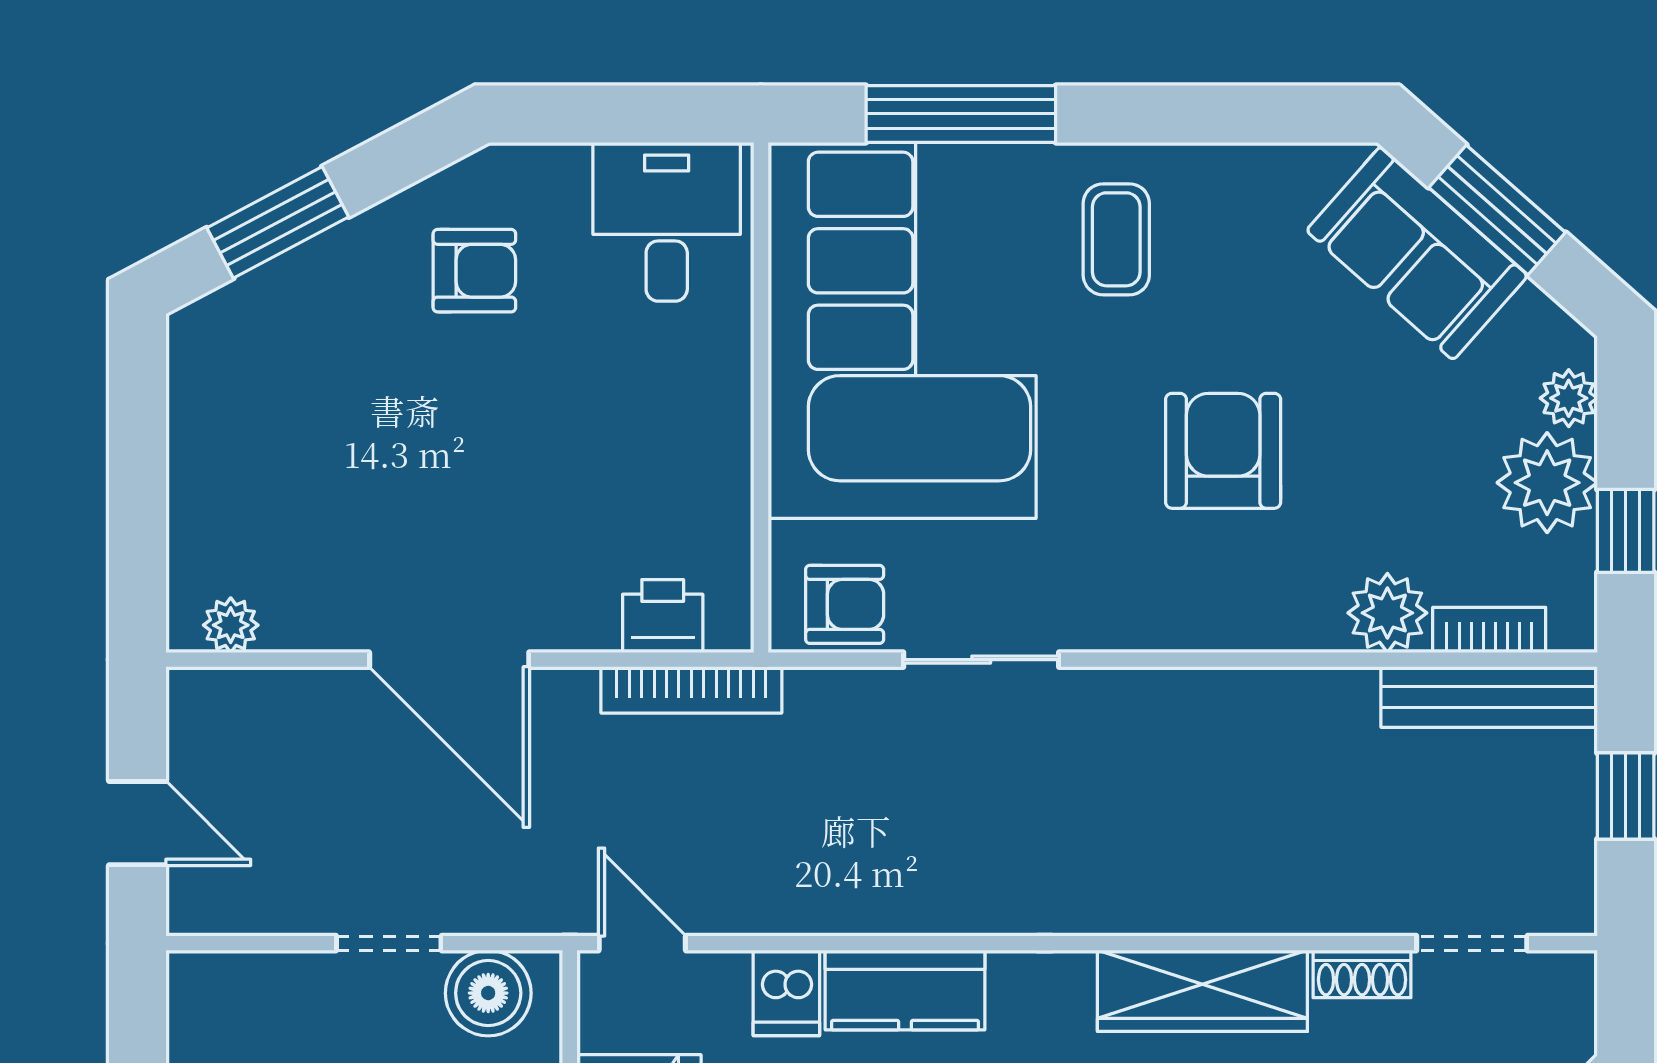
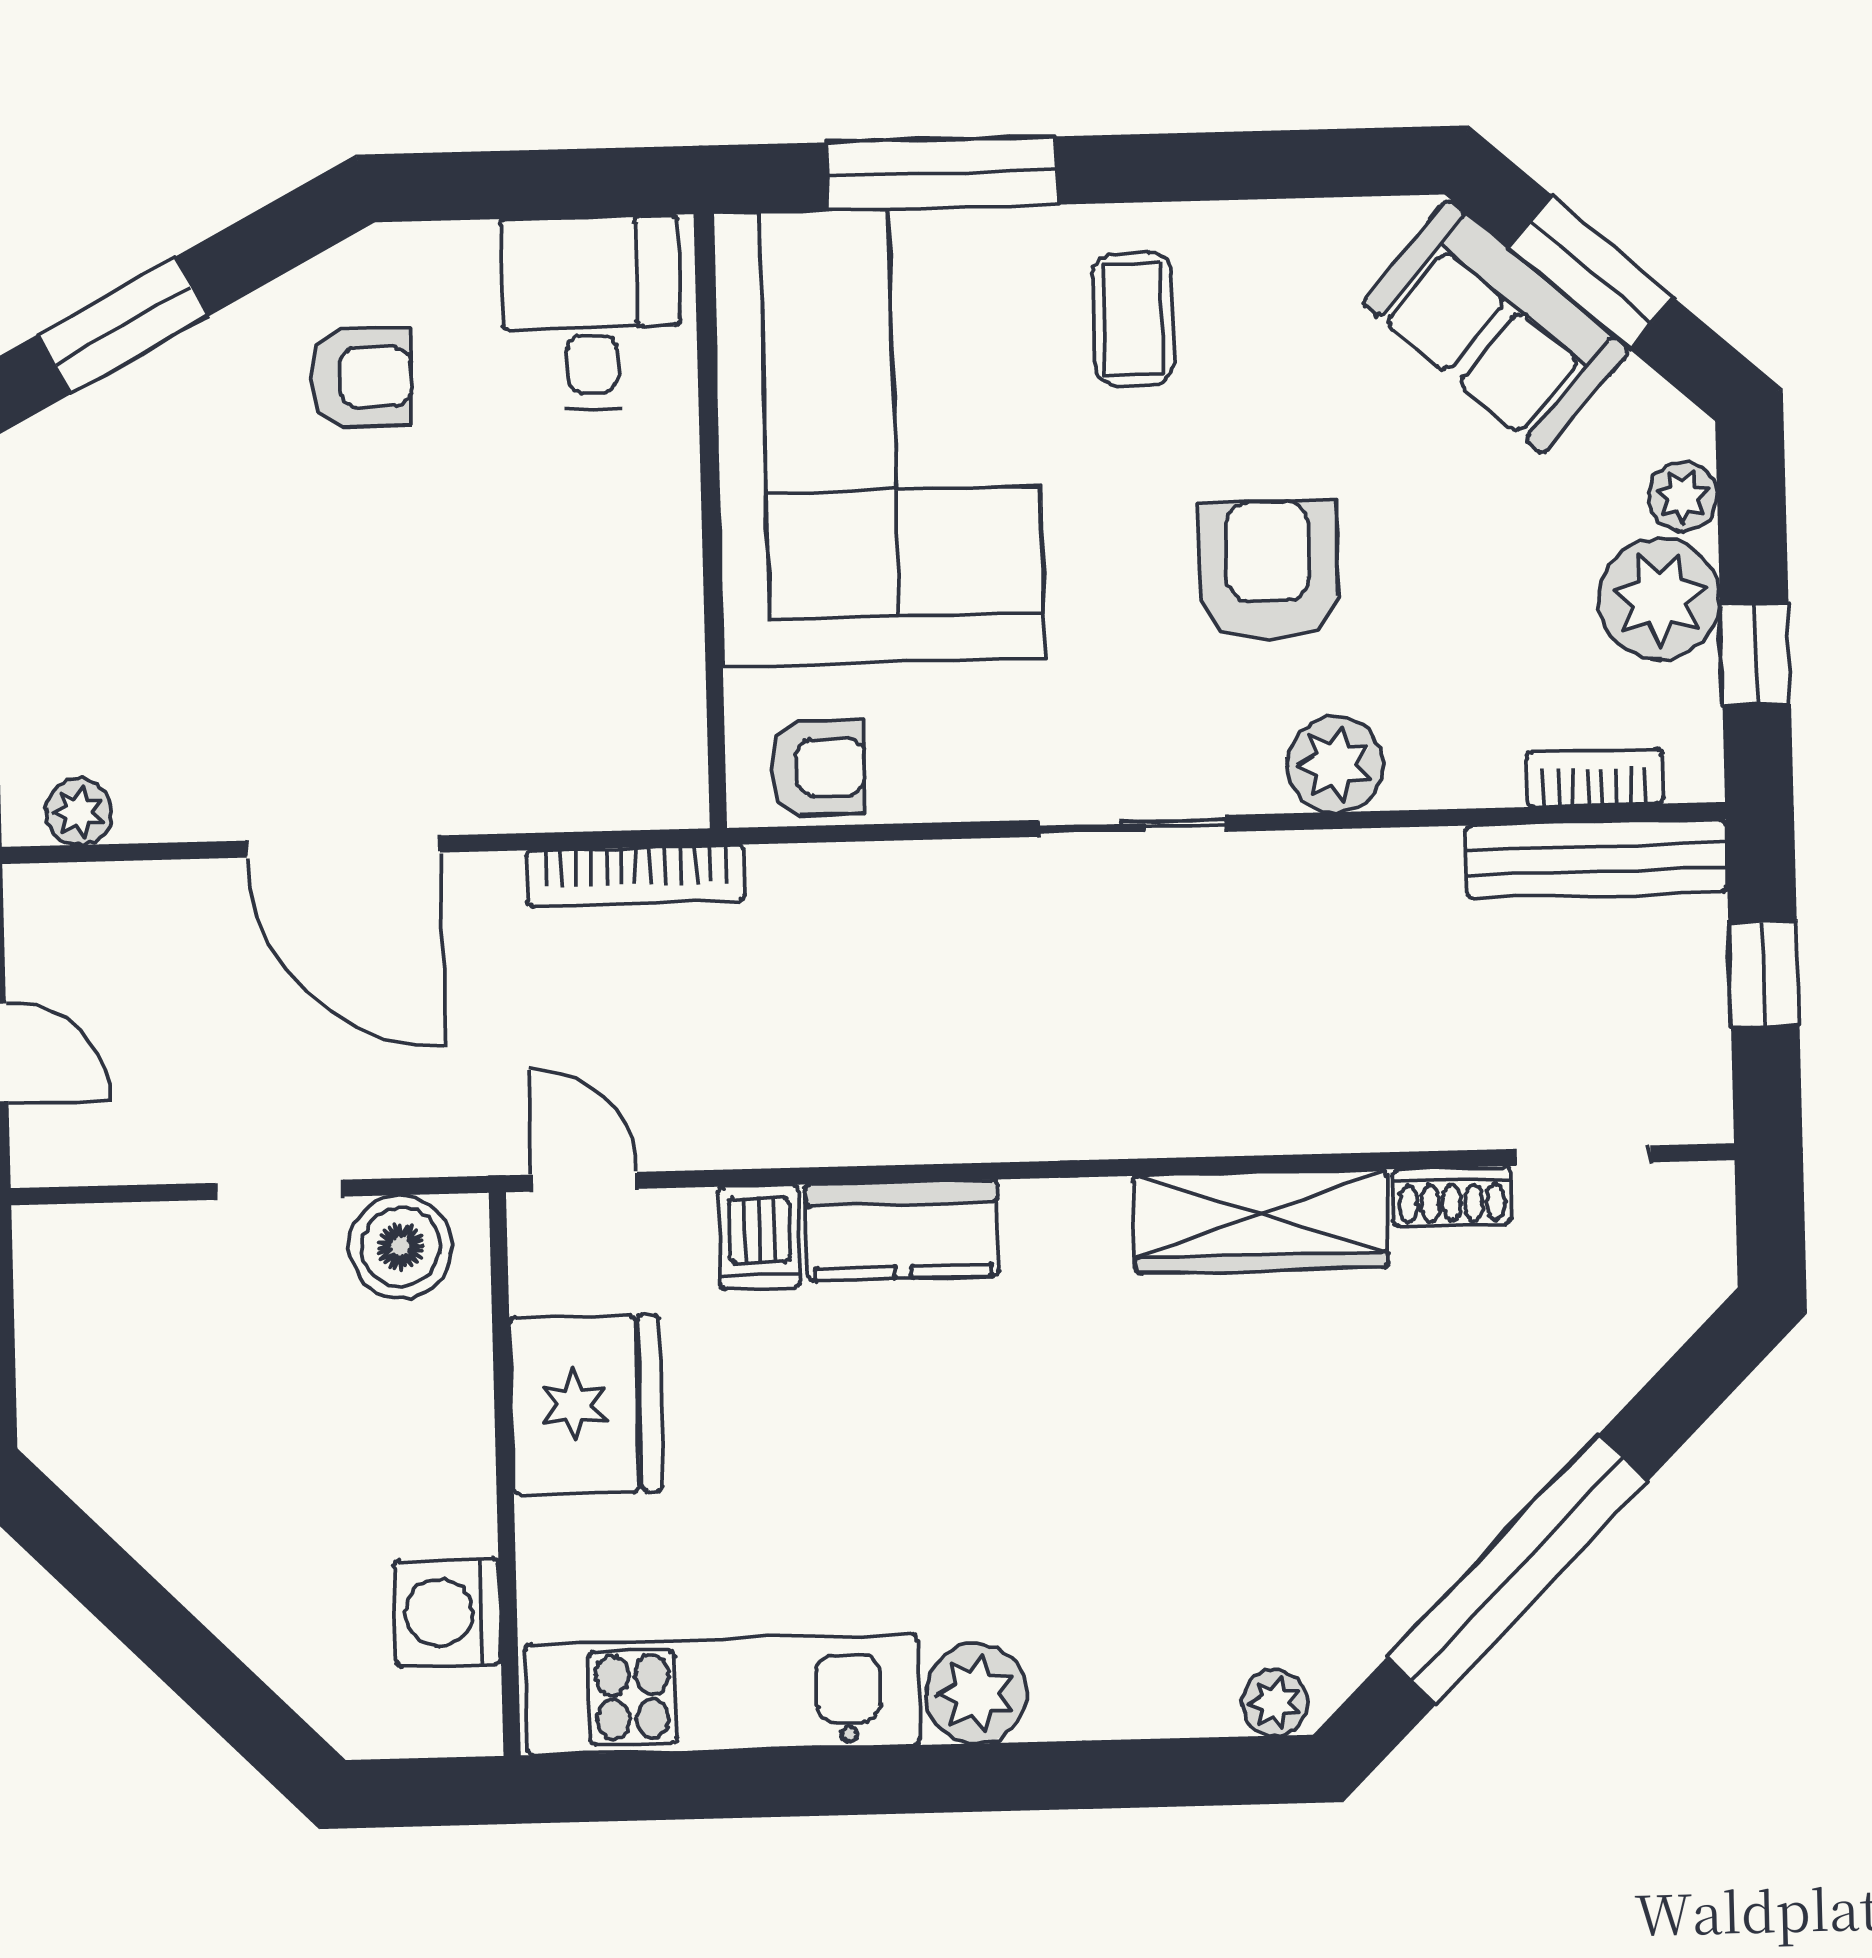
plant: (1387, 613) -> (1335, 764), moved
printer: (663, 616) -> (599, 787), removed
sliding door: (981, 660) -> (1133, 826), moved

